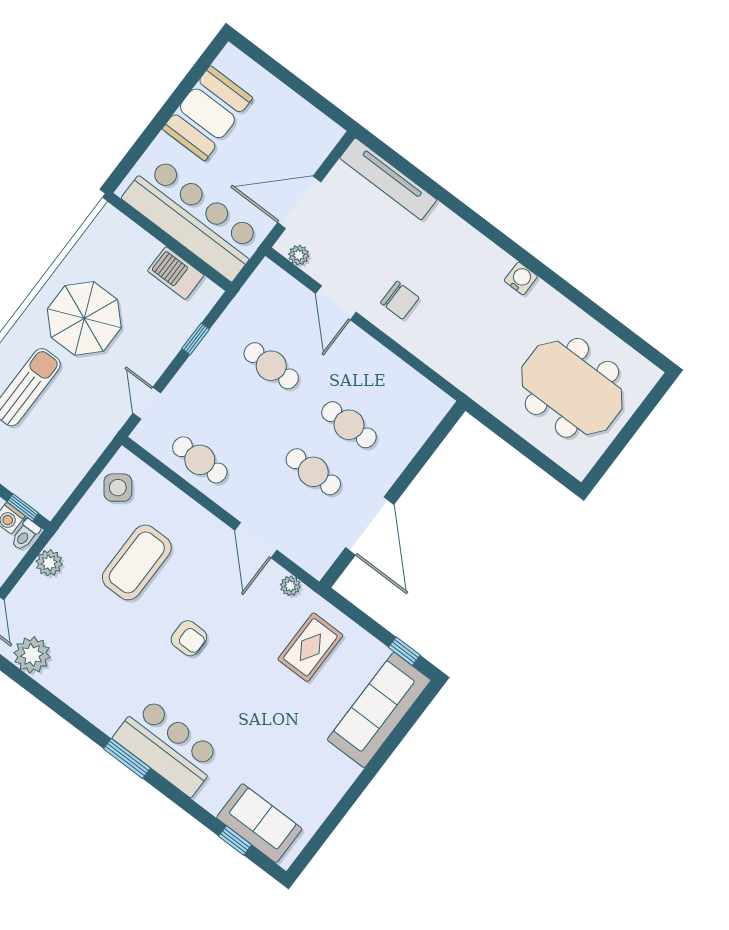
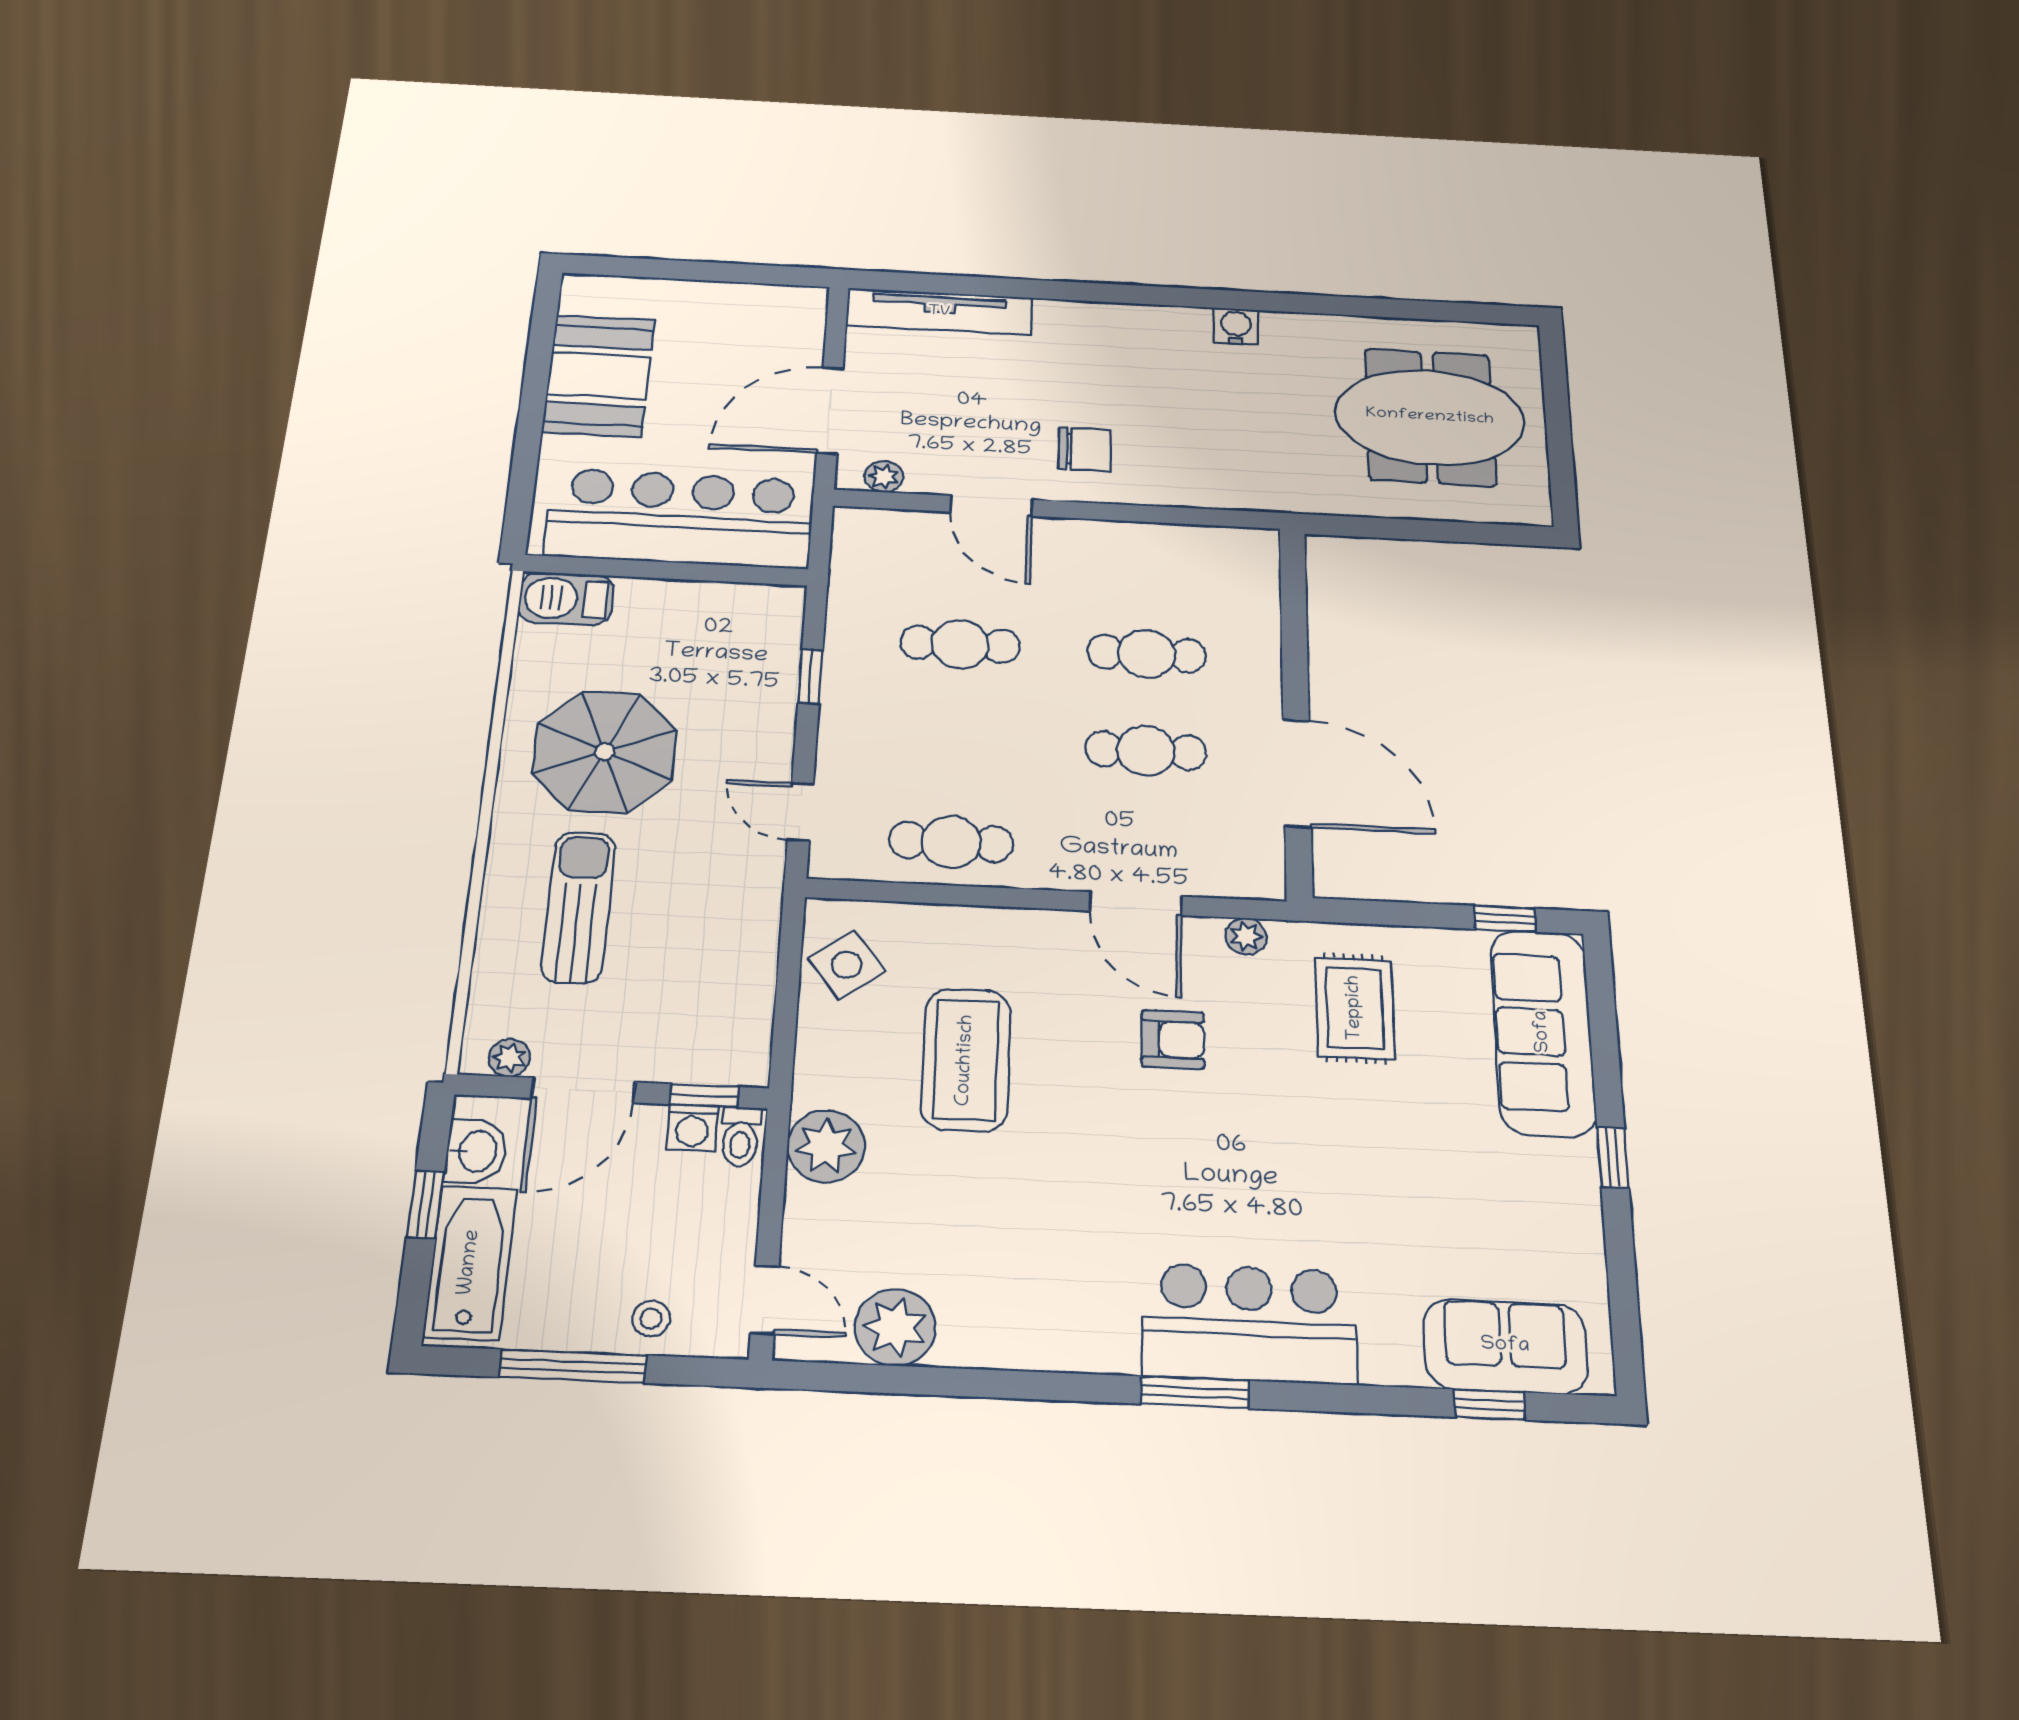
barbecue: (176, 273) -> (566, 599), moved
plant: (49, 563) -> (826, 1146), width x1.36, depth x1.36
armchair: (189, 638) -> (1173, 1039), moved
window: (364, 780) -> (1613, 1158), added

